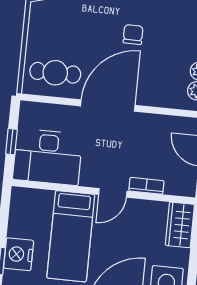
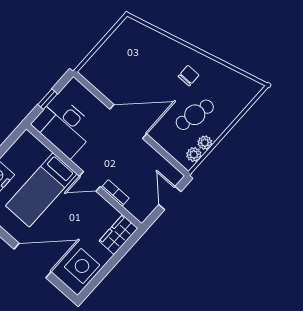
chair: (133, 35) -> (189, 76), moved
cafe table: (55, 73) -> (195, 115), moved, turned -76

